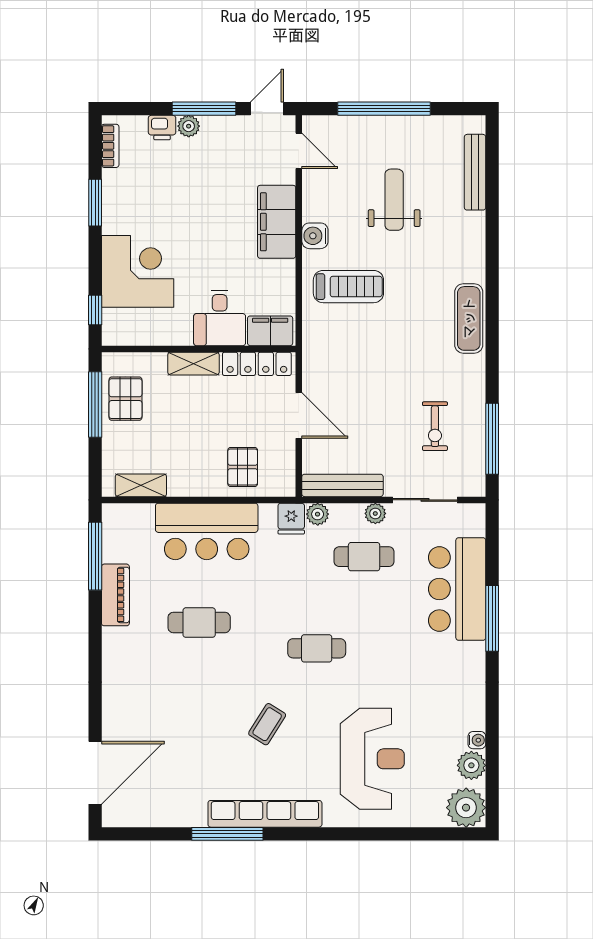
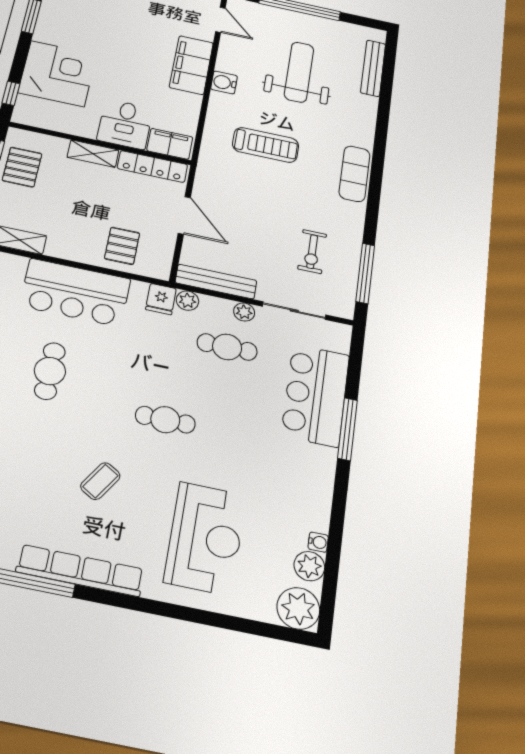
weight bench: (394, 200) -> (299, 72), width x1.36, depth x1.33
treadmill: (348, 287) -> (266, 145), moved
cafe table: (199, 623) -> (50, 371), turned 90

